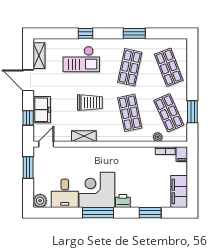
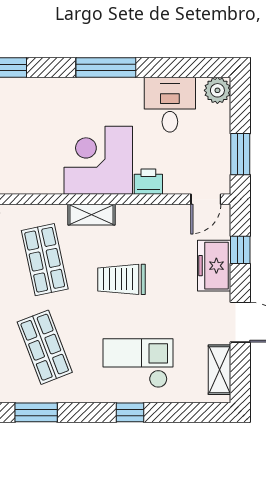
shop shelf: (130, 67) -> (45, 347), turned -33
shelving: (84, 136) -> (92, 215), moved
corner desk: (97, 190) -> (98, 160), moved, turned 180
printer: (123, 201) -> (148, 182), moved, turned 180

